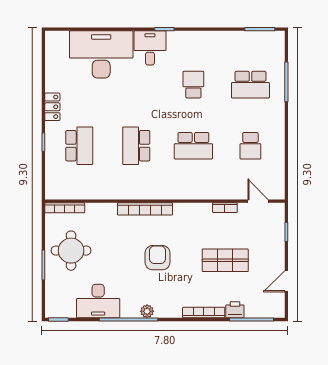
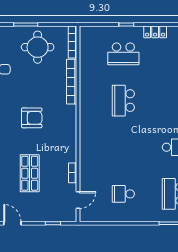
school desk: (136, 146) -> (123, 101), turned -90
school desk: (193, 146) -> (123, 147), removed
bookcase: (145, 209) -> (72, 82), moved

